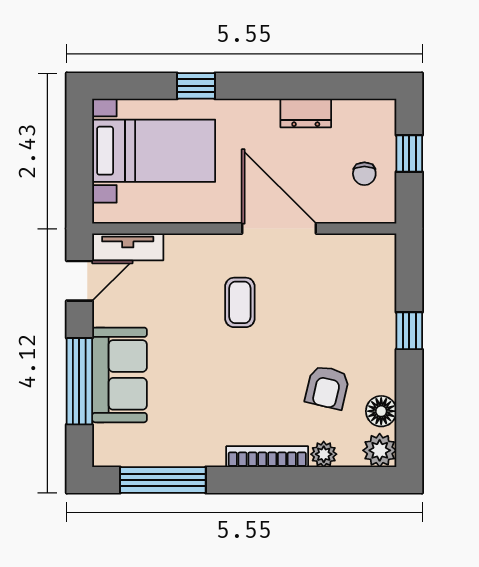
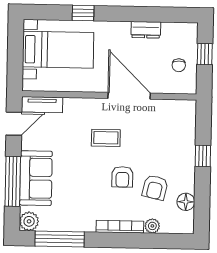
coffee table: (240, 302) -> (106, 138), turned 90
armchair: (270, 370) -> (122, 177), added
plant: (380, 450) -> (29, 221), moved

